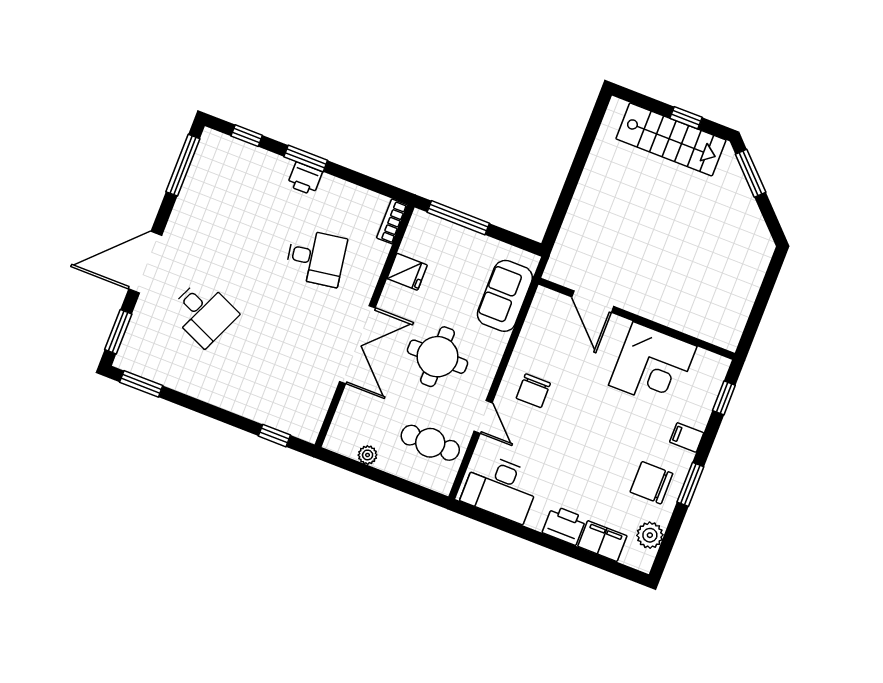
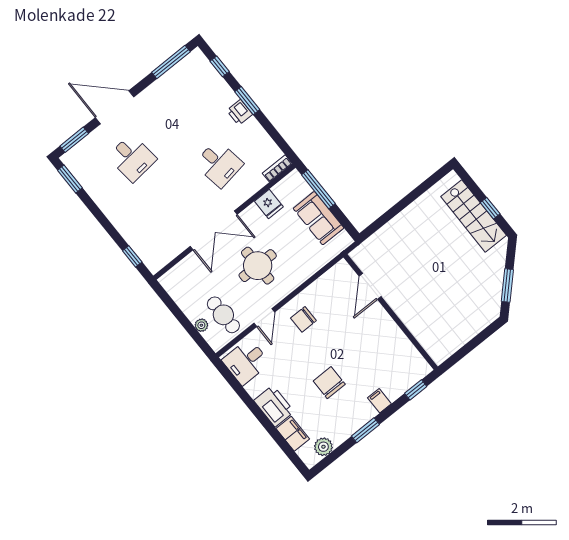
window: (751, 173) -> (507, 285), moved
sofa: (505, 296) -> (319, 218), moved, turned -90
desk: (203, 313) -> (132, 158), turned -30
corner desk: (653, 366) -> (384, 346), removed
plant: (368, 455) -> (201, 325), moved
chair: (651, 483) -> (329, 383), moved
desk: (501, 488) -> (246, 362), width x0.73
printer: (564, 525) -> (274, 406), width x1.37, depth x1.19

